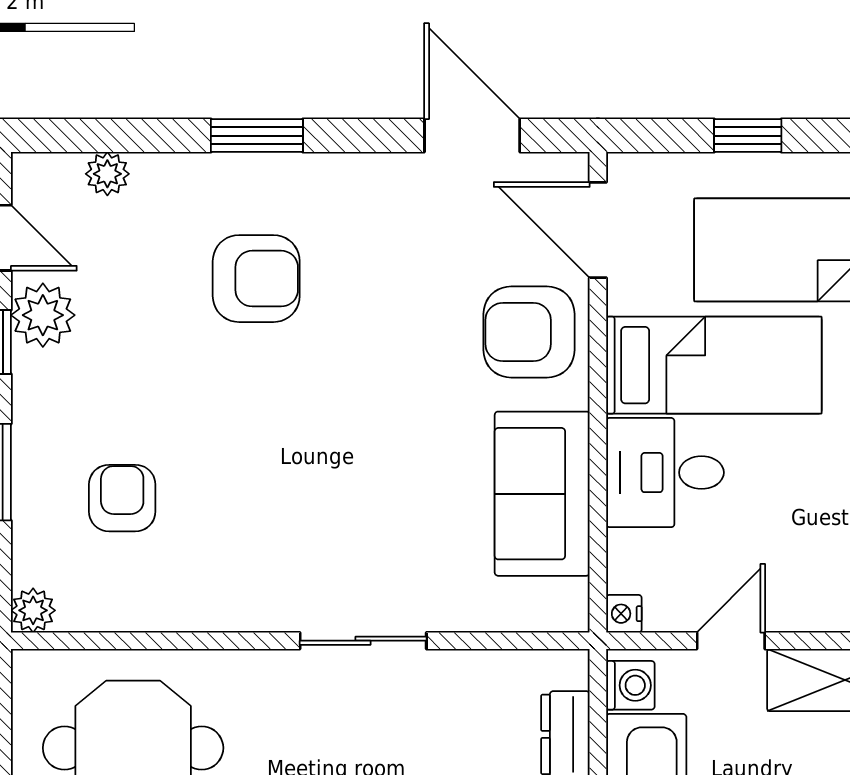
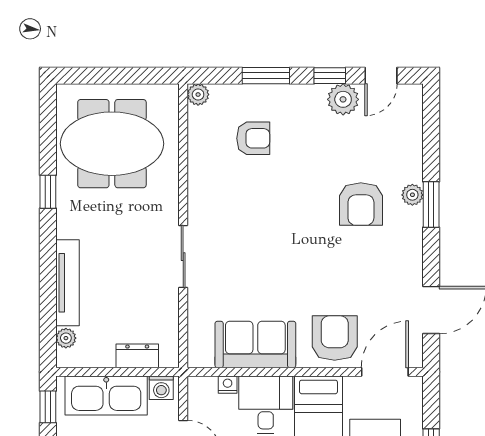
plant: (107, 174) -> (412, 195), moved
nightstand: (624, 614) -> (228, 385), moved

